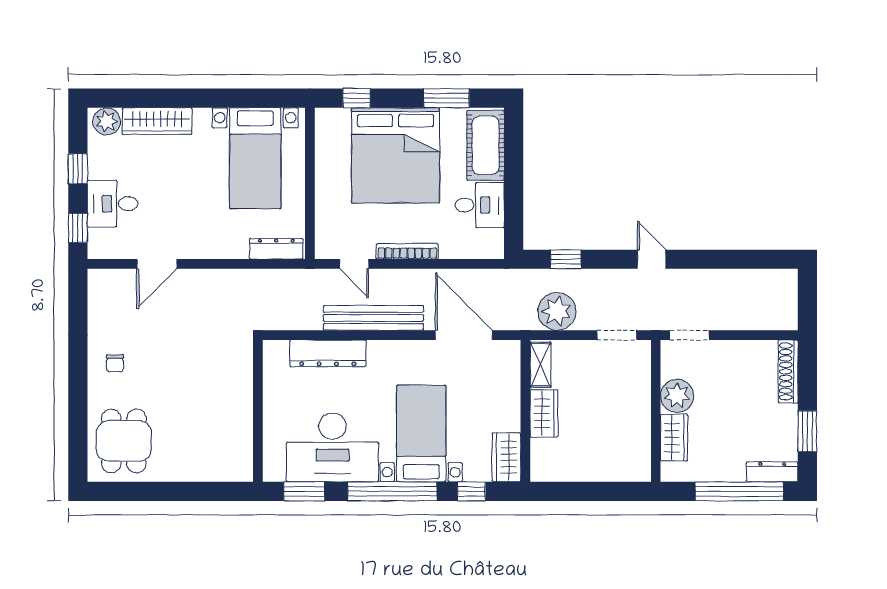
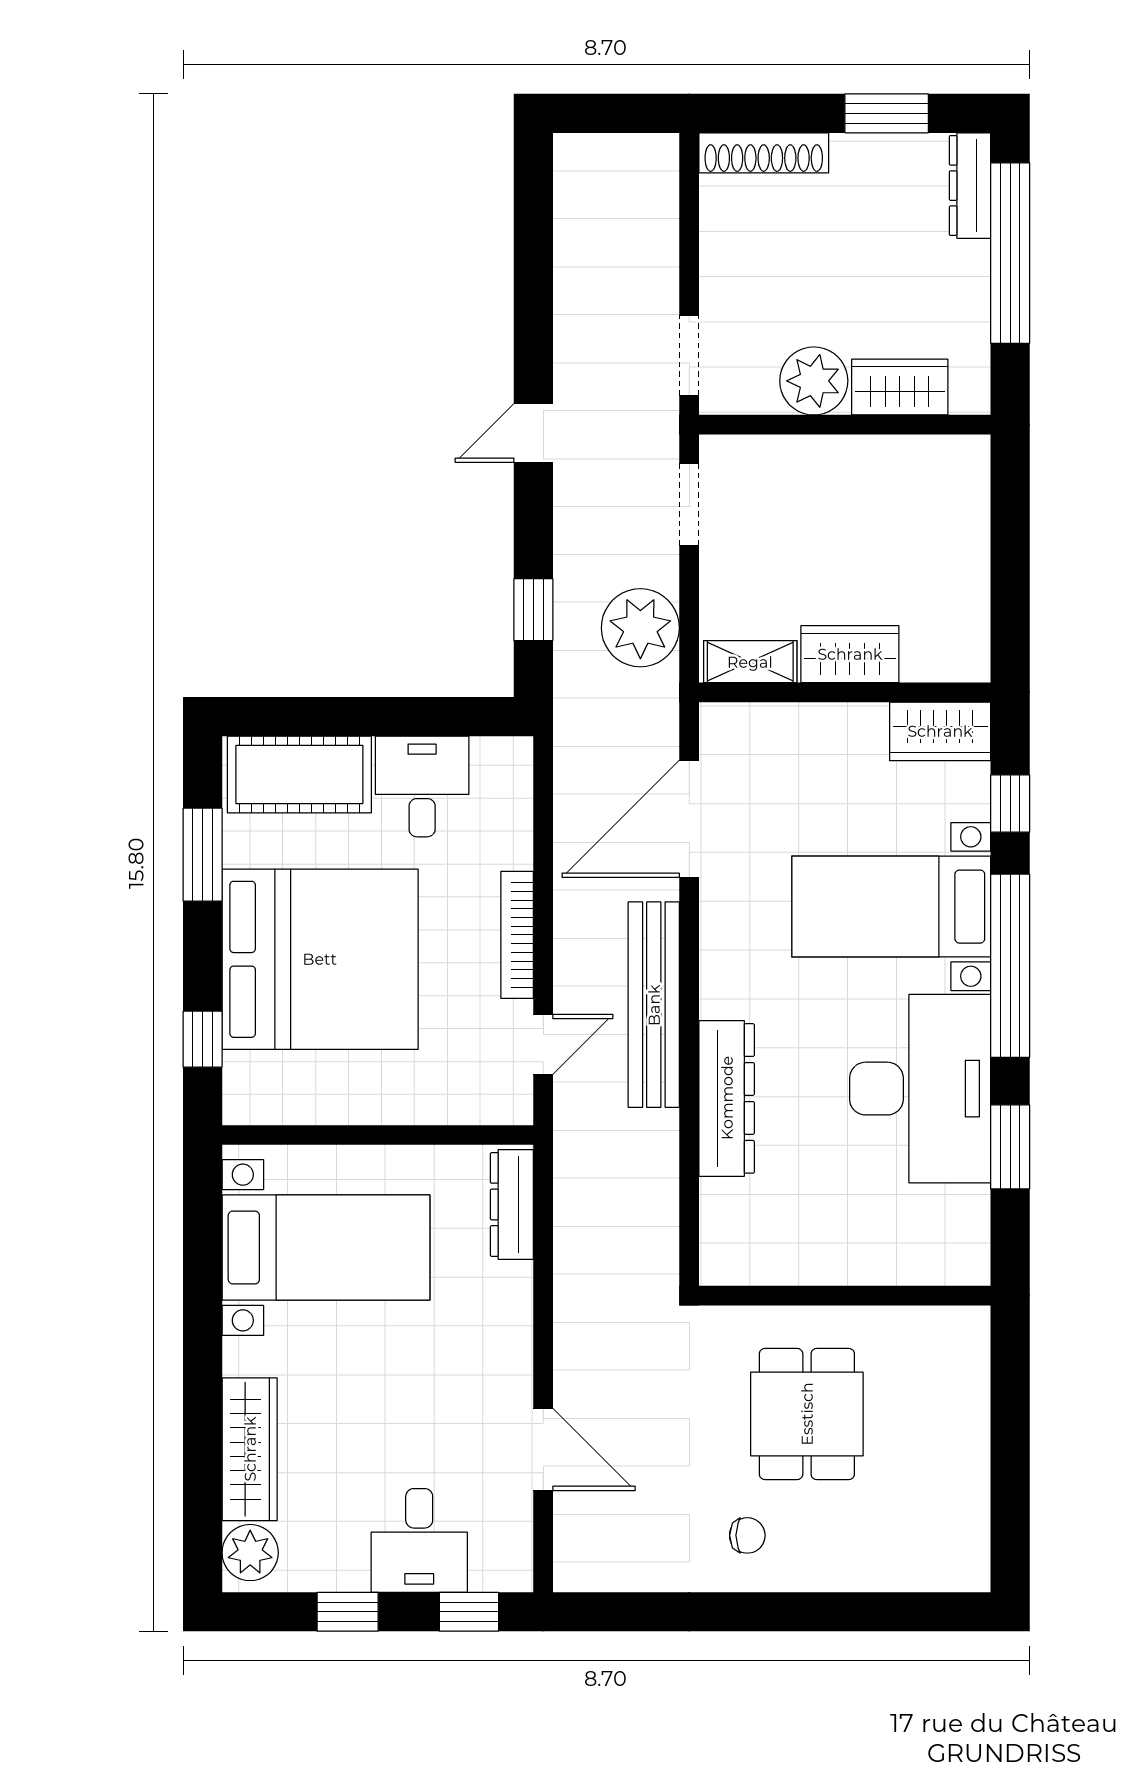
wall: (258, 411) -> (845, 1296), moved
dining table: (124, 441) -> (807, 1414), moved, turned 90

